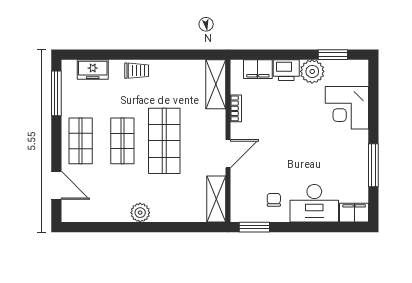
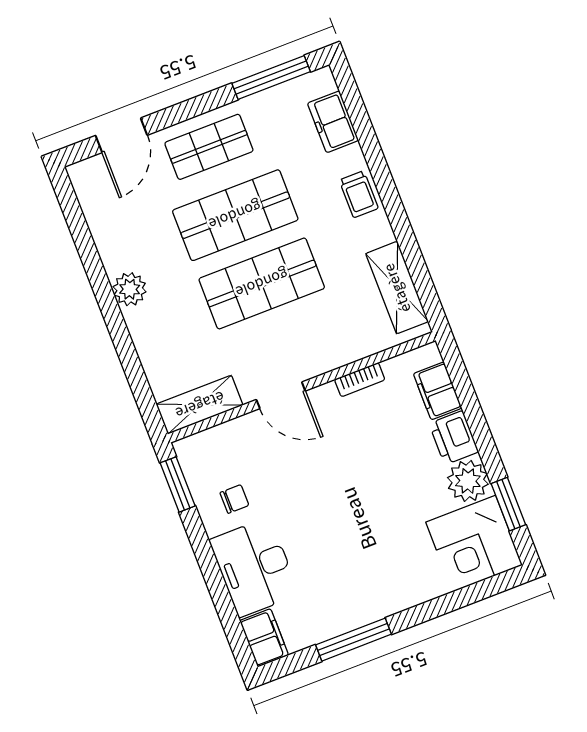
shelving: (216, 84) -> (397, 288), moved, turned 90
corner desk: (347, 108) -> (474, 544), moved, turned -90
shop shelf: (122, 141) -> (235, 215), width x1.43, depth x1.36

